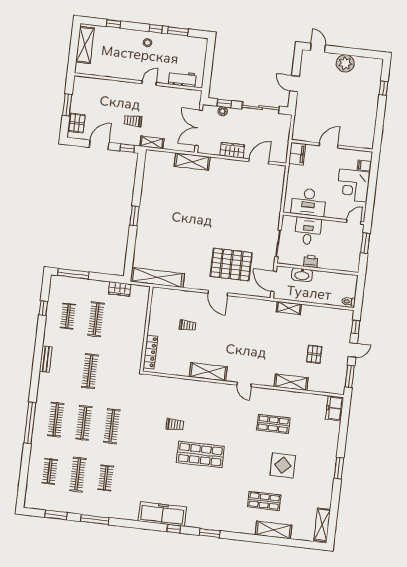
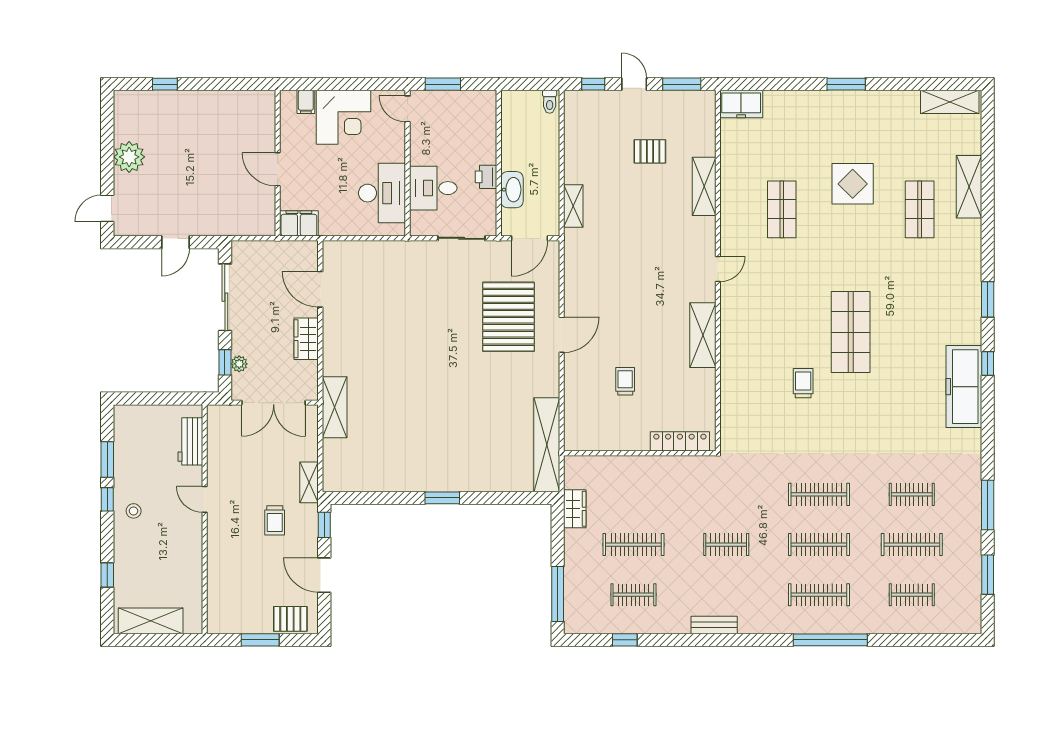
clothes rail: (90, 371) -> (726, 545), width x0.73

